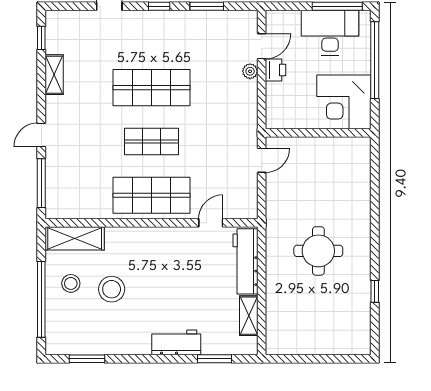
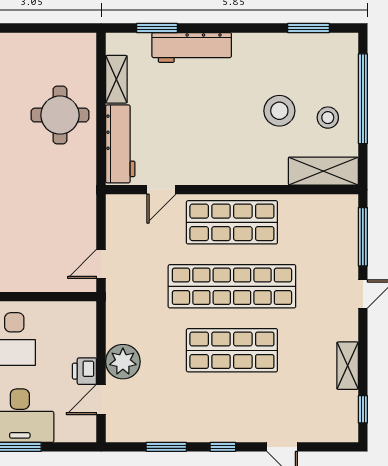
plant: (250, 71) -> (123, 362), width x1.87, depth x1.87
shop shelf: (151, 141) -> (232, 286), width x2.00, depth x1.36
round table: (318, 251) -> (60, 115), moved
workbench: (176, 342) -> (192, 47), width x1.38

